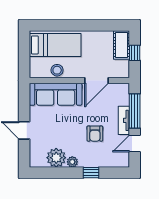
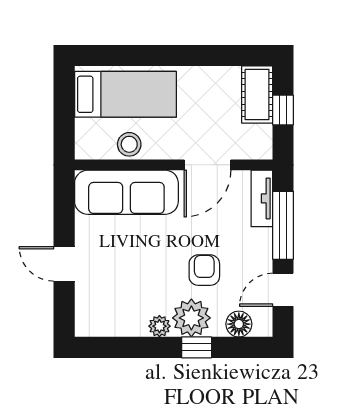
tv unit: (124, 120) -> (262, 198), moved
armchair: (95, 134) -> (204, 270), turned 180
plant: (56, 158) -> (191, 318), moved
floor lamp: (112, 161) -> (239, 324), added

